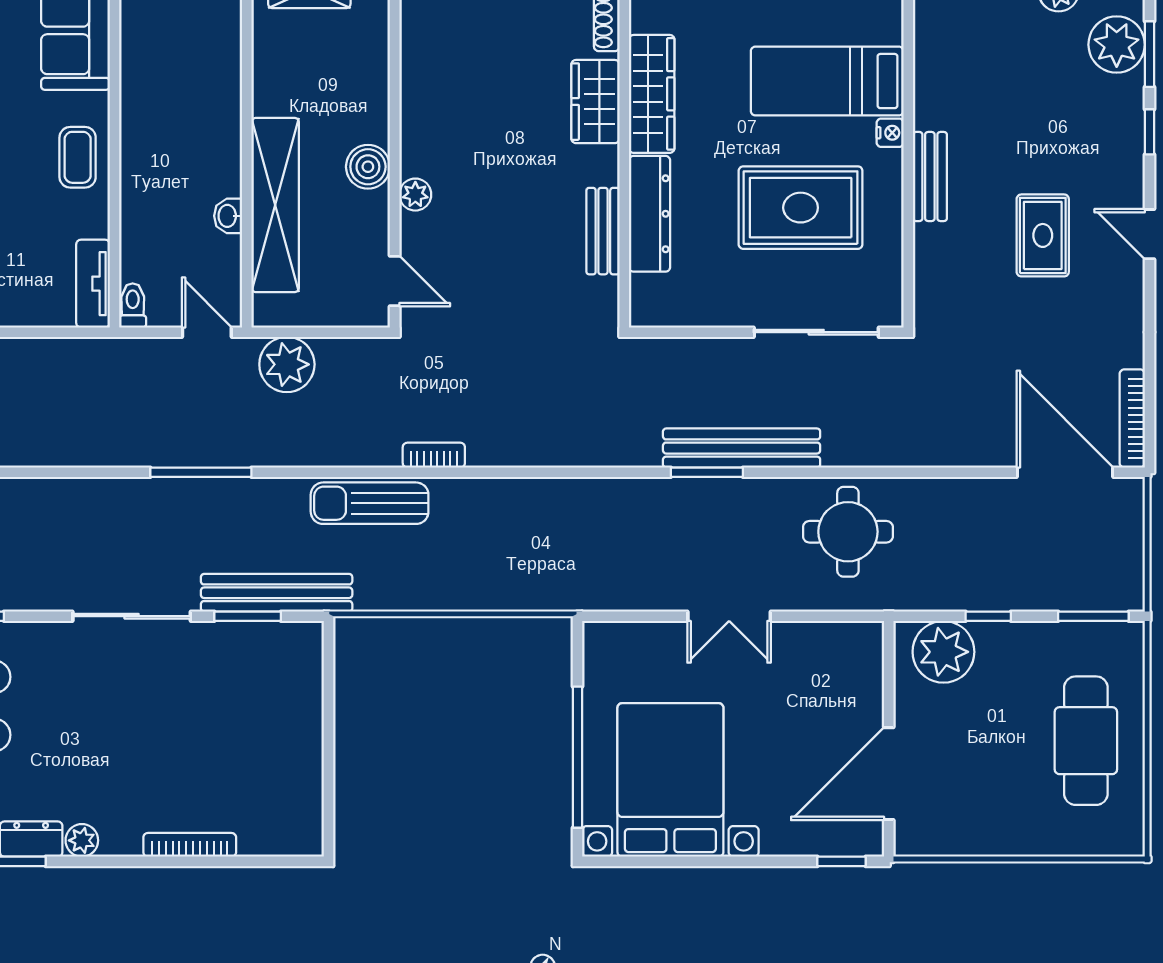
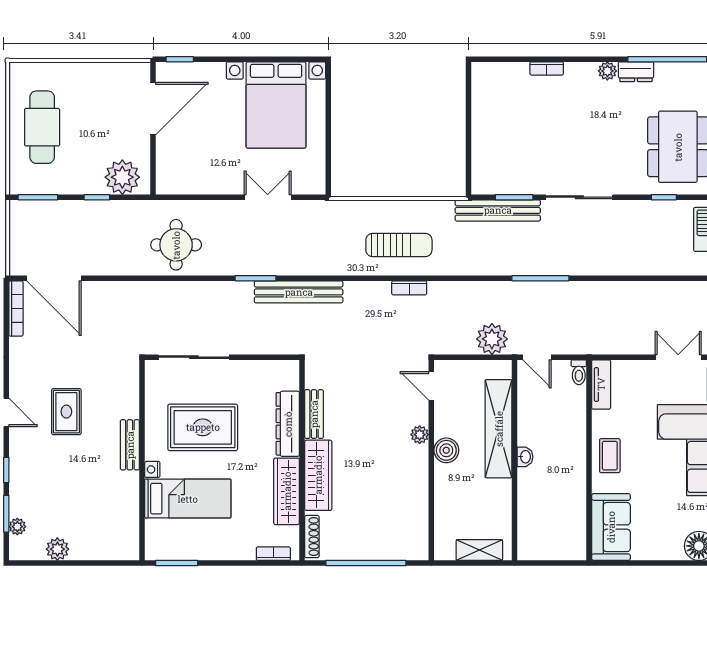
plant: (1117, 45) -> (17, 527), width x0.53, depth x0.53
wardrobe: (595, 102) -> (318, 475), width x1.50
washbasin: (228, 216) -> (525, 457), moved
bench: (742, 448) -> (299, 292), moved
sun lounger: (370, 503) -> (399, 245), moved
double door: (729, 616) -> (268, 197), moved
window: (577, 757) -> (328, 118), removed
bookcase: (190, 845) -> (547, 68), width x0.64

